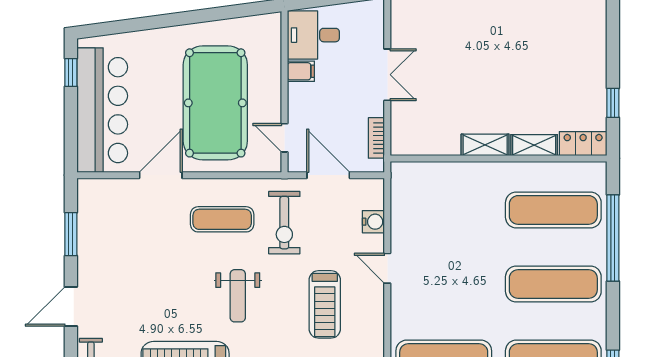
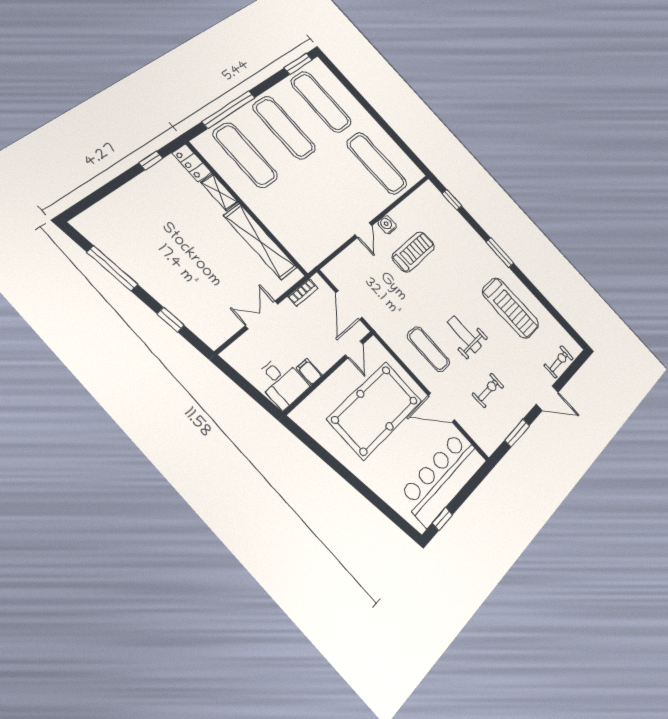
shelving: (485, 145) -> (260, 241), width x2.20, depth x1.33
water cooler: (373, 222) -> (387, 225), moved
exercise bike: (284, 223) -> (488, 390), moved, width x0.73, depth x0.72
weight bench: (238, 296) -> (464, 334), moved, turned -90

